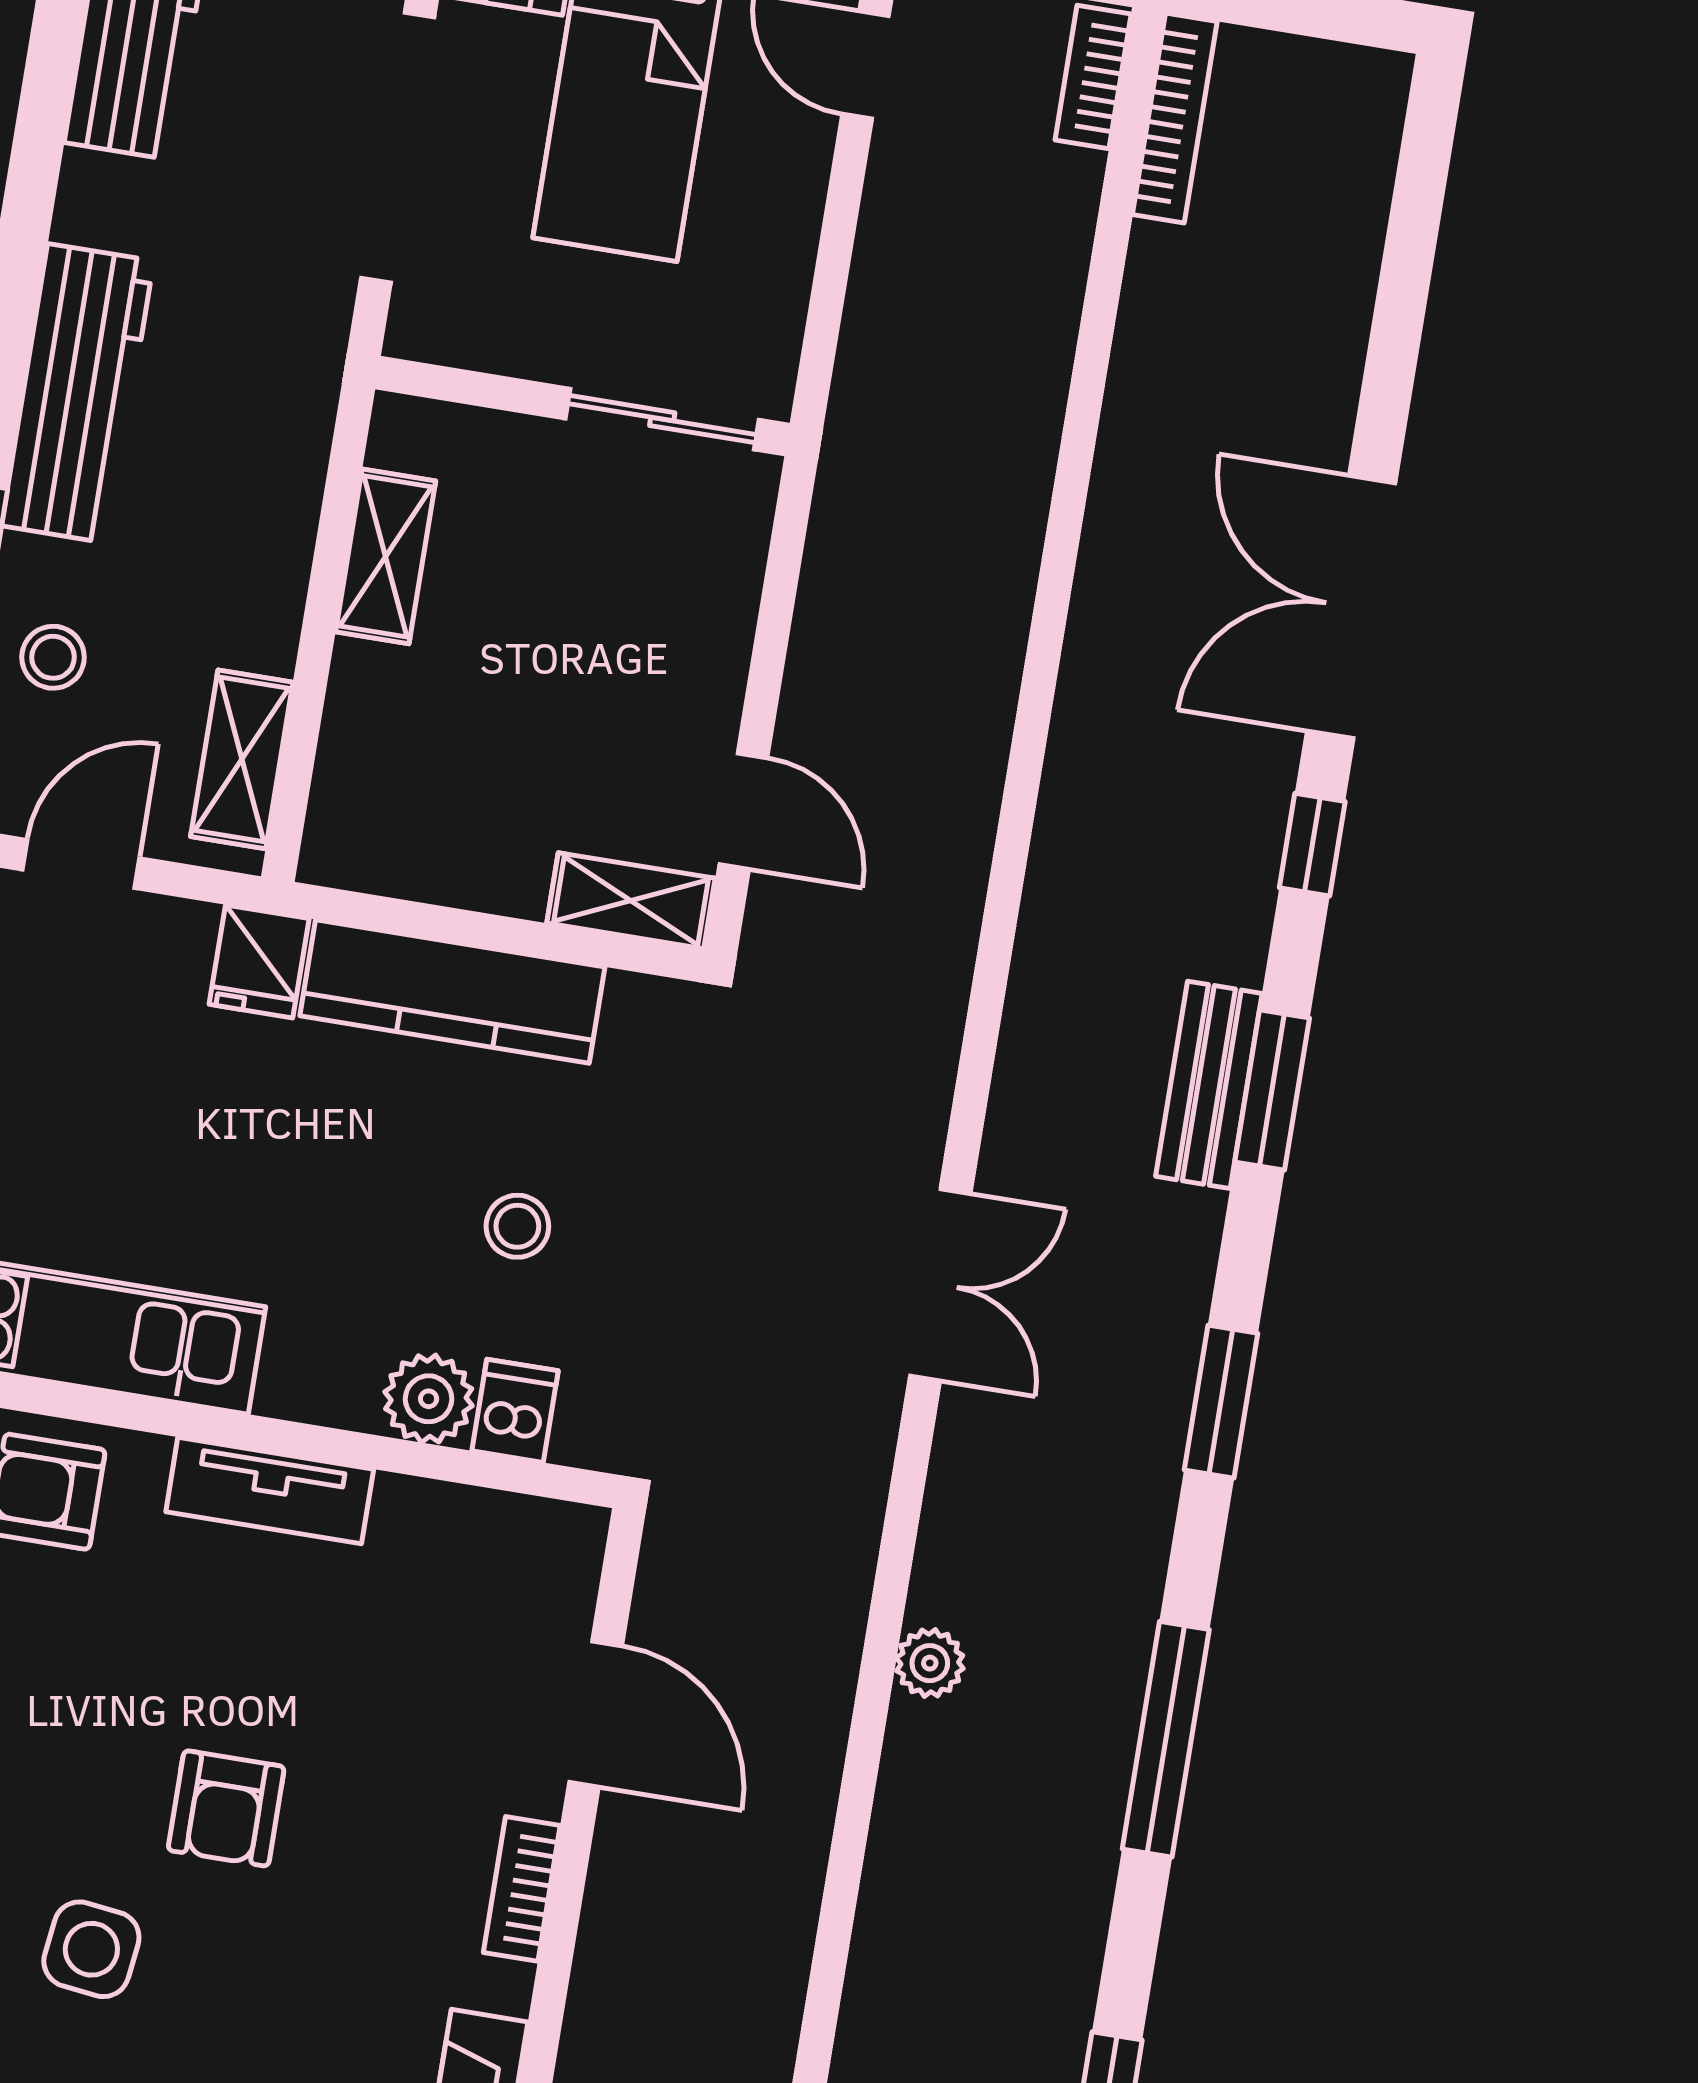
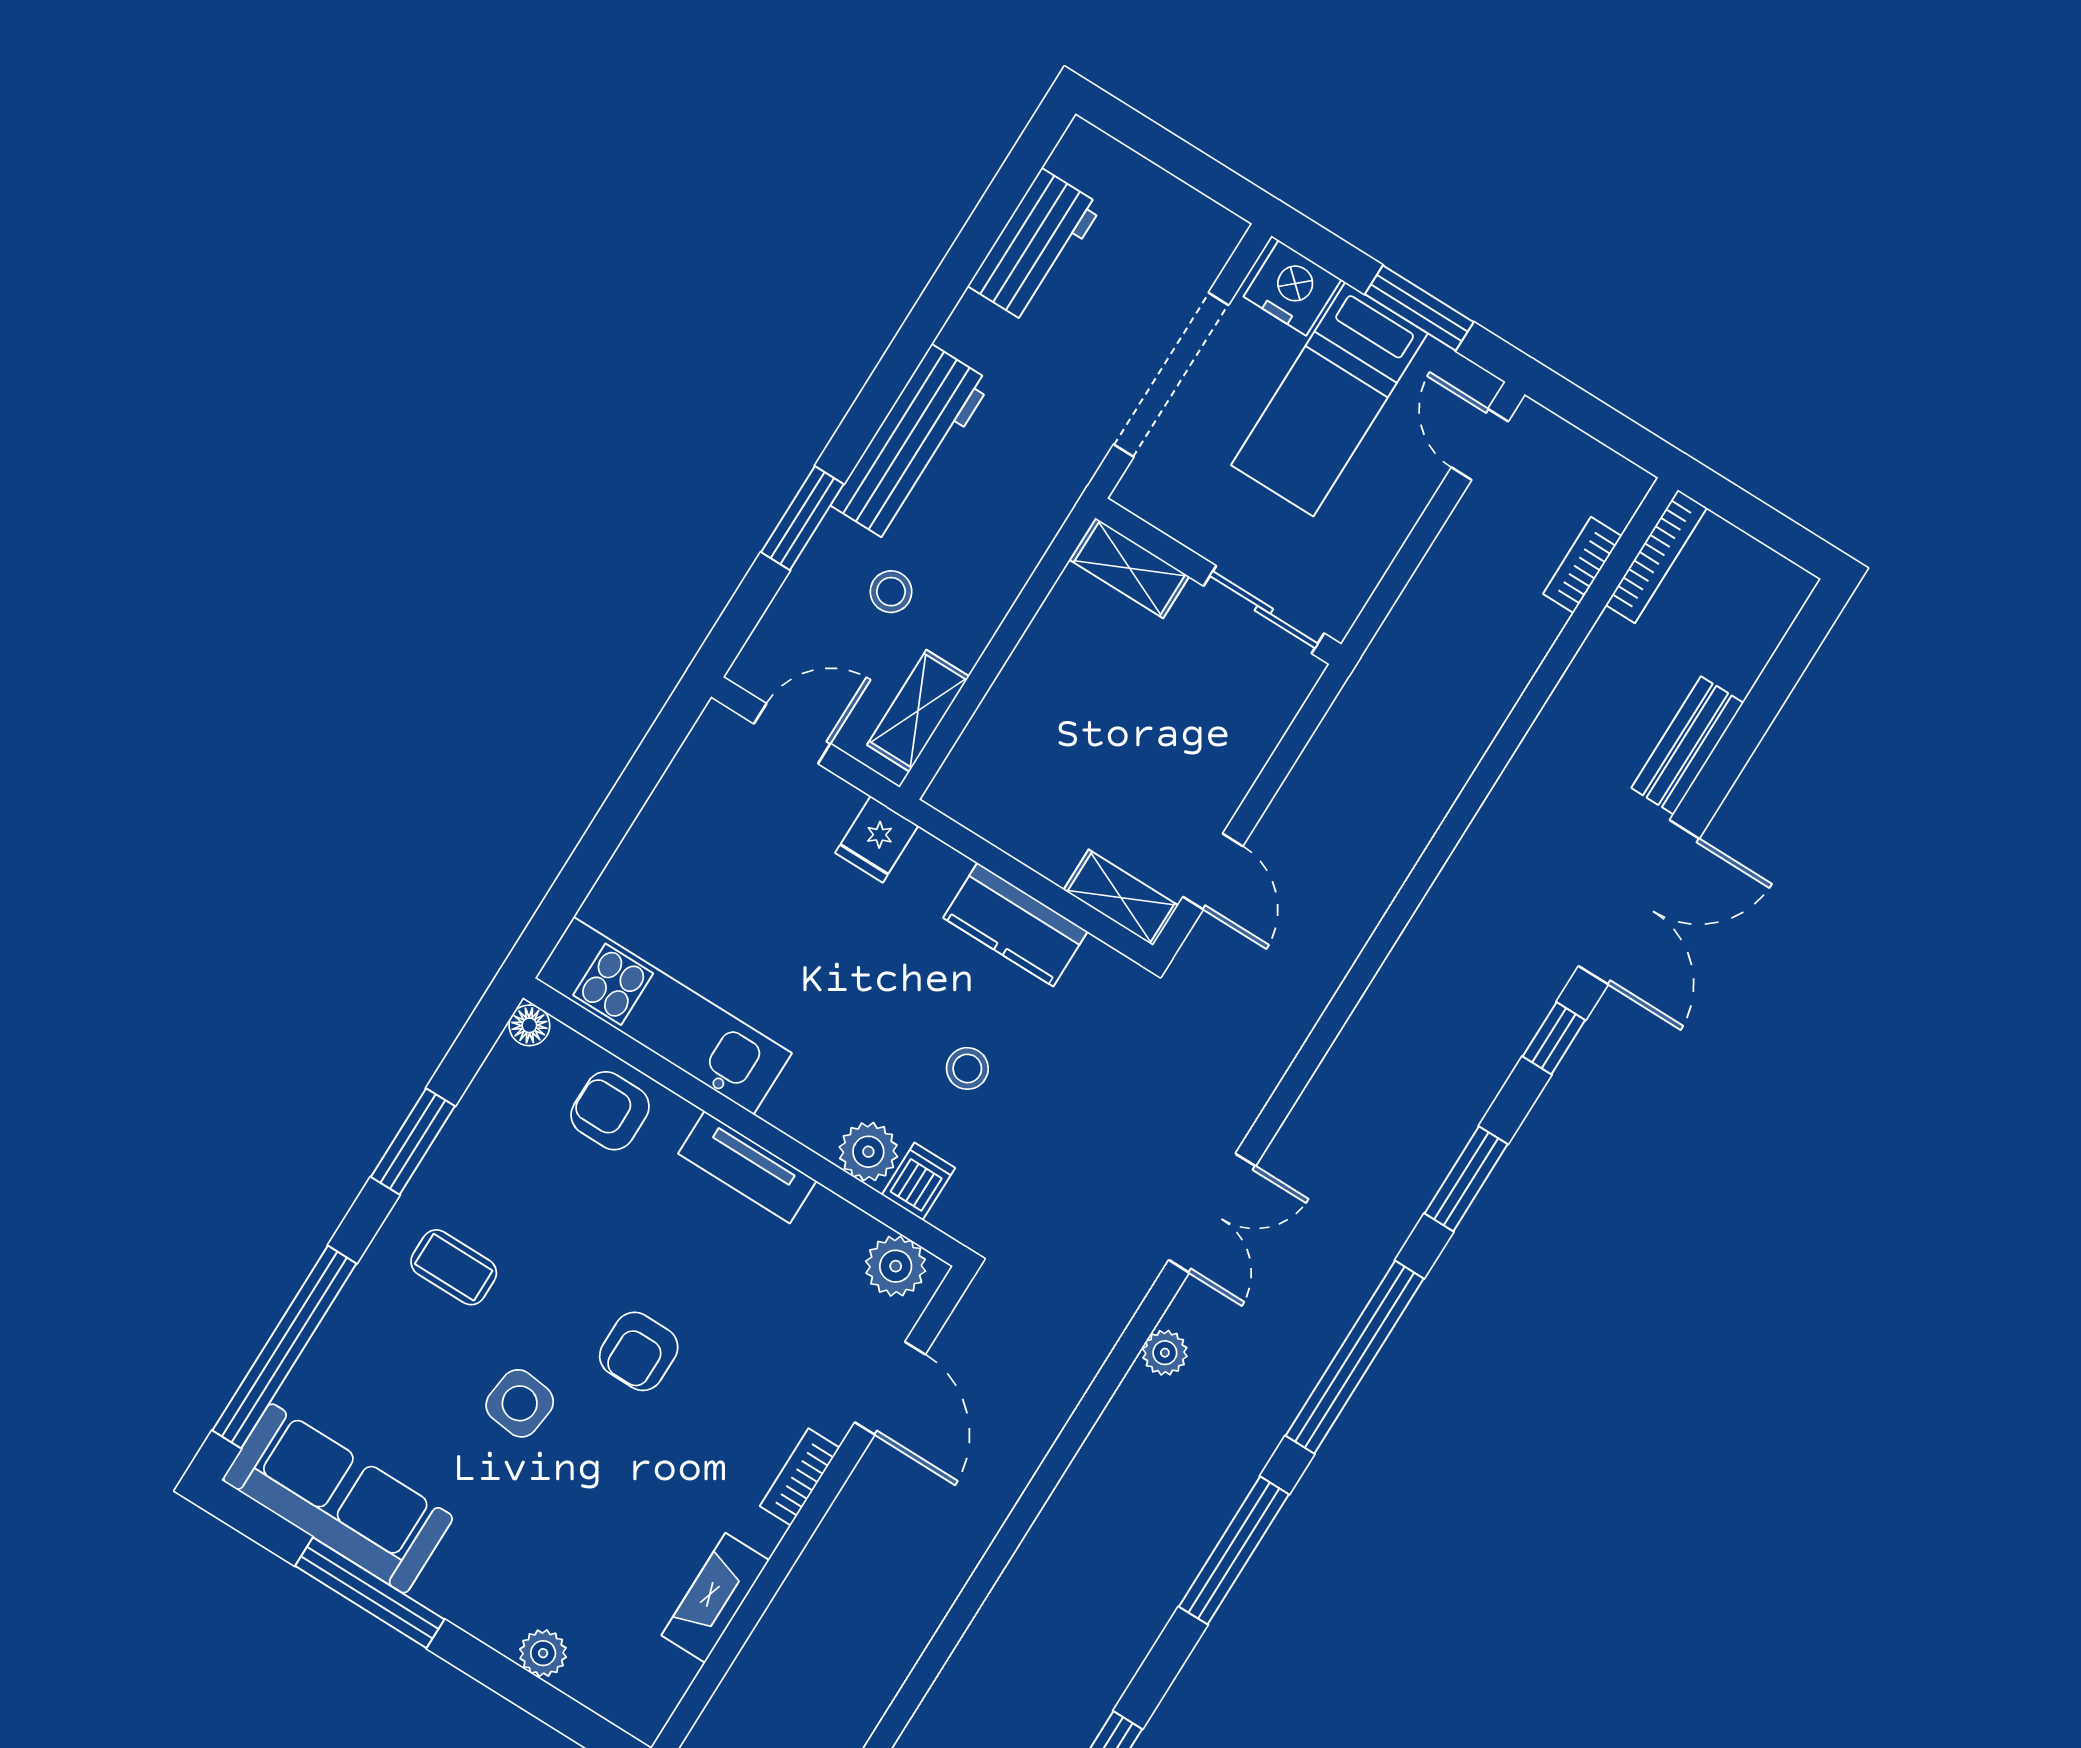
bookcase: (1093, 77) -> (1582, 565), moved
shelving: (386, 556) -> (1130, 568), moved, turned 90
double door: (1351, 607) -> (1639, 902), swing flipped
stool: (53, 657) -> (891, 592), moved
kitchen counter: (452, 991) -> (1015, 925), width x0.67
bench: (1209, 1085) -> (1687, 745), moved
window: (1221, 1402) -> (1355, 1357), width x2.11
plant: (533, 1542) -> (896, 1266), added
plant: (930, 1663) -> (1165, 1353), moved

